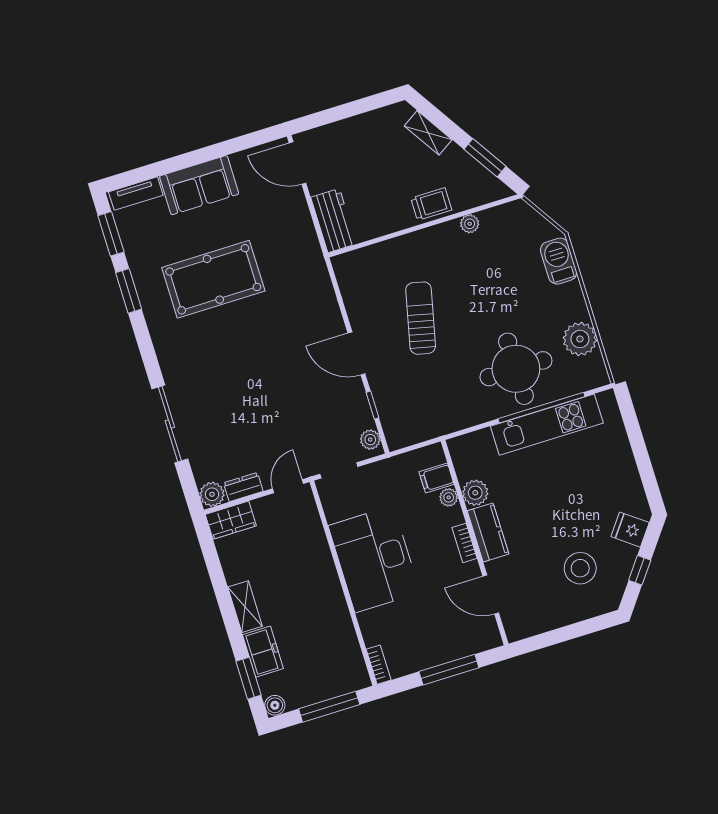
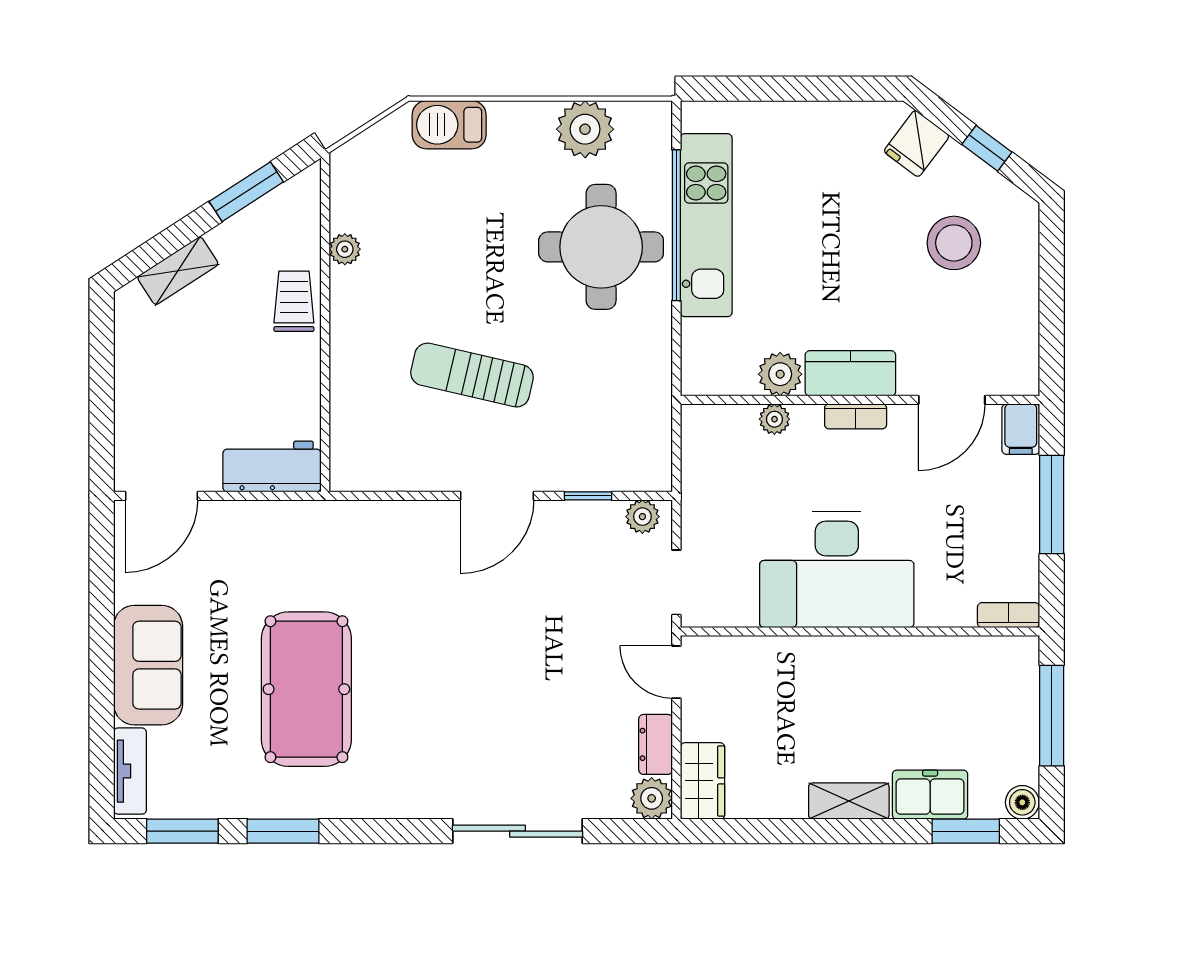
filing cabinet: (436, 478) -> (1021, 429), moved

